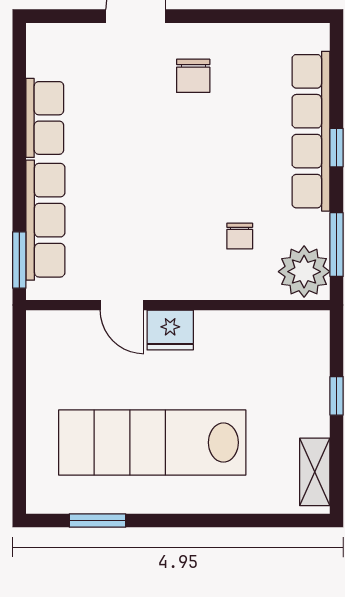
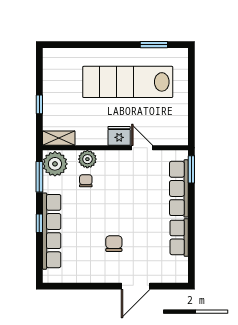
chair: (193, 76) -> (114, 244), moved
plant: (236, 281) -> (87, 159), added
lab bench: (152, 443) -> (128, 82), turned 180
shelving: (315, 472) -> (59, 138), moved, turned 90

